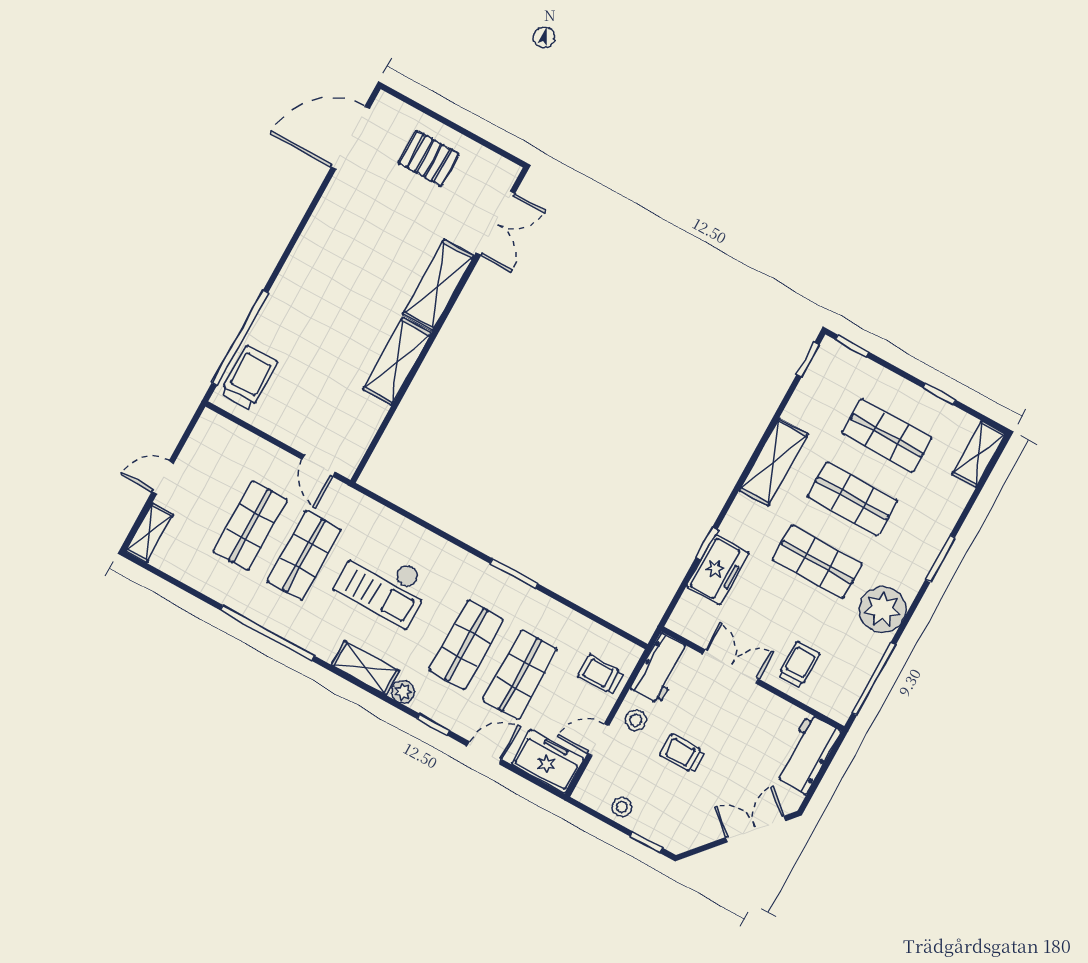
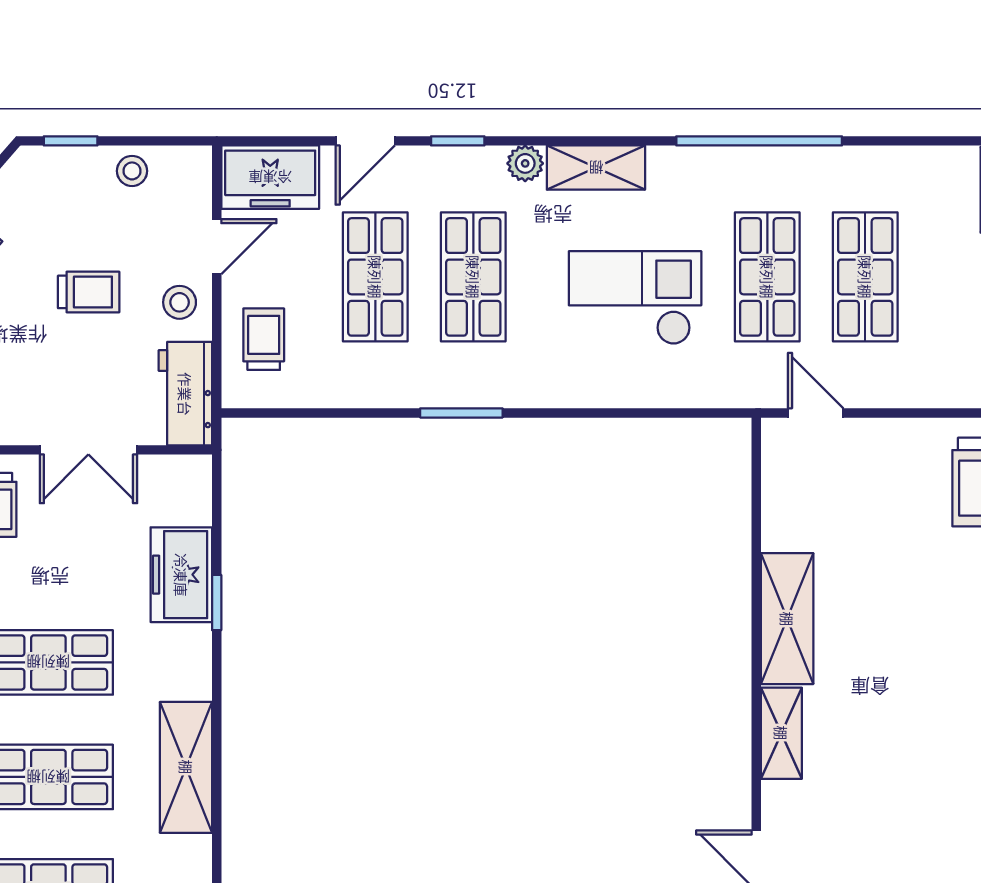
shelving: (438, 285) -> (781, 733), width x0.67, depth x0.75
trolley: (601, 674) -> (264, 339), turned -90

